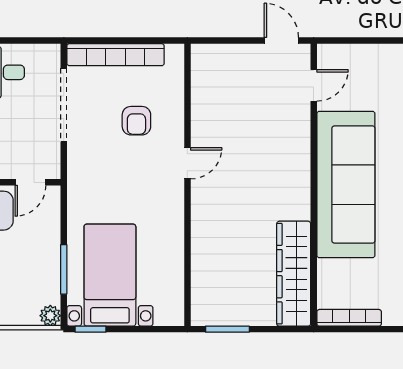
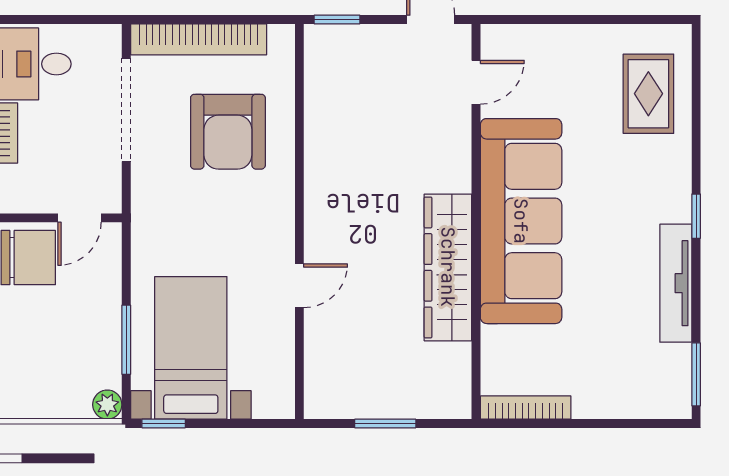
window: (214, 41) -> (337, 20), added
armchair: (136, 121) -> (228, 132), width x1.88, depth x1.88
door: (187, 163) -> (299, 286), moved
wardrobe: (294, 274) -> (448, 267), moved
window: (227, 329) -> (385, 423), moved

